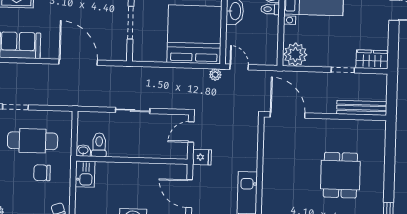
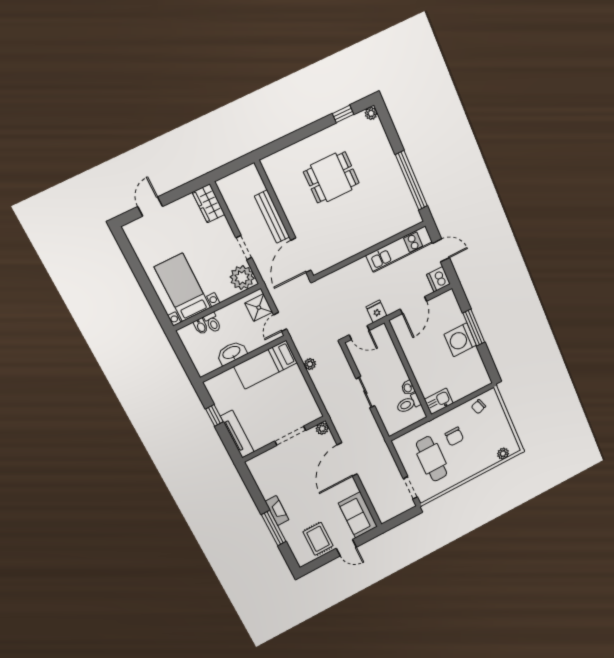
bed: (194, 34) -> (266, 365), width x0.49
plant: (121, 54) -> (322, 429), added
shower: (262, 55) -> (259, 308), added
doorway: (343, 70) -> (244, 248), moved
plant: (215, 75) -> (310, 364), moved
bench: (362, 108) -> (272, 217), moved
washbasin: (83, 151) -> (408, 388), moved

